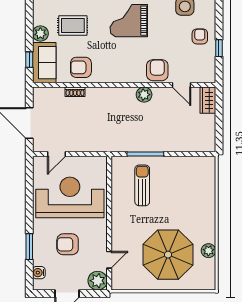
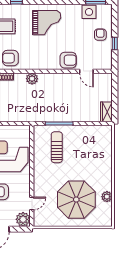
grand piano: (129, 21) -> (47, 23), turned 180
armchair: (157, 70) -> (68, 60), turned 90
plant: (144, 95) -> (32, 79), moved
wardrobe: (208, 100) -> (106, 112), moved

